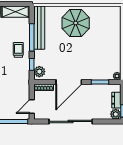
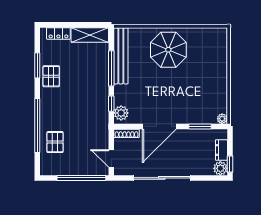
trolley: (18, 50) -> (94, 85), removed
door: (32, 107) -> (111, 158), hinge flipped

